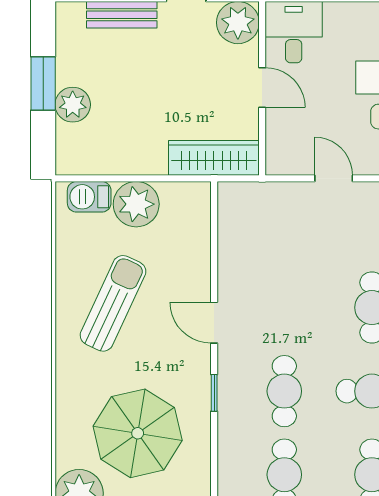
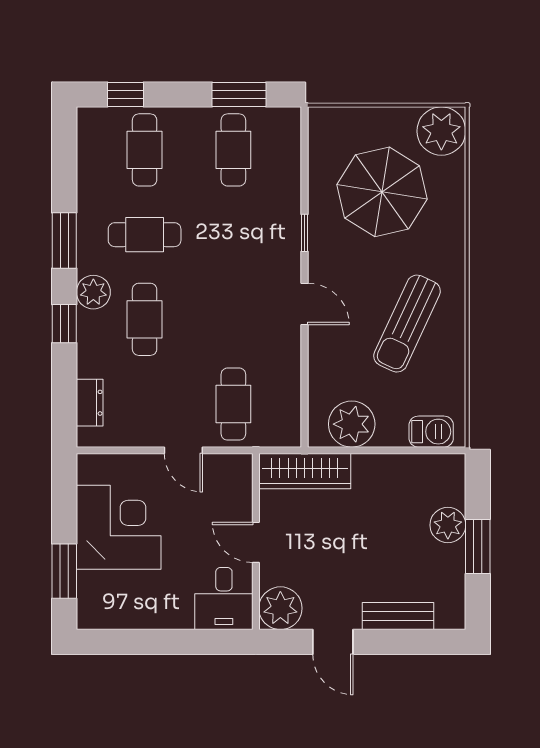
plant: (136, 204) -> (352, 424), moved
cafe table: (284, 391) -> (233, 404), moved

